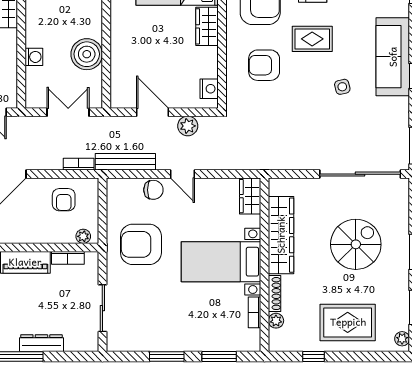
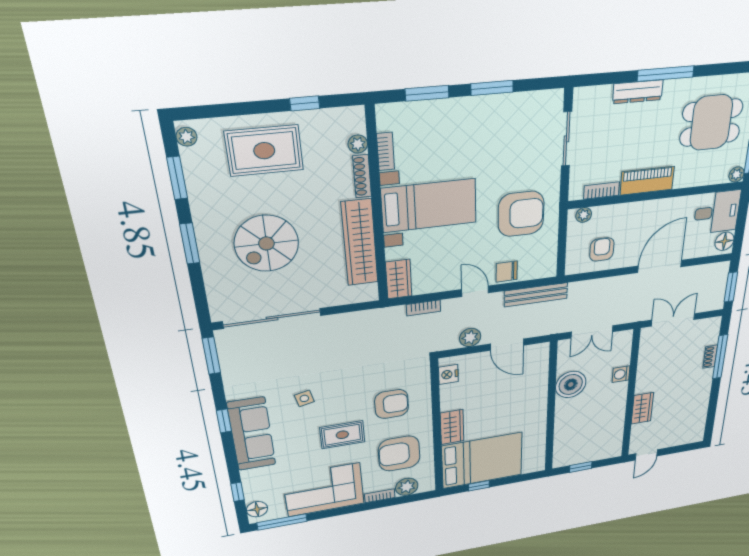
bookcase: (79, 164) -> (423, 308), moved

